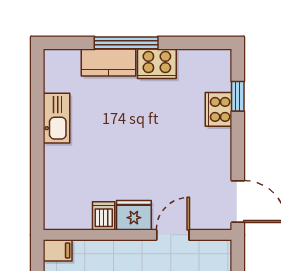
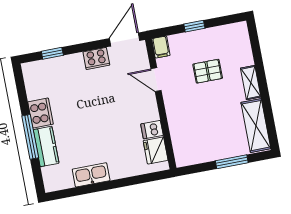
cooker: (219, 109) -> (96, 58), moved
fridge: (134, 215) -> (156, 150), moved
filing cabinet: (58, 250) -> (161, 47), moved, turned 180

